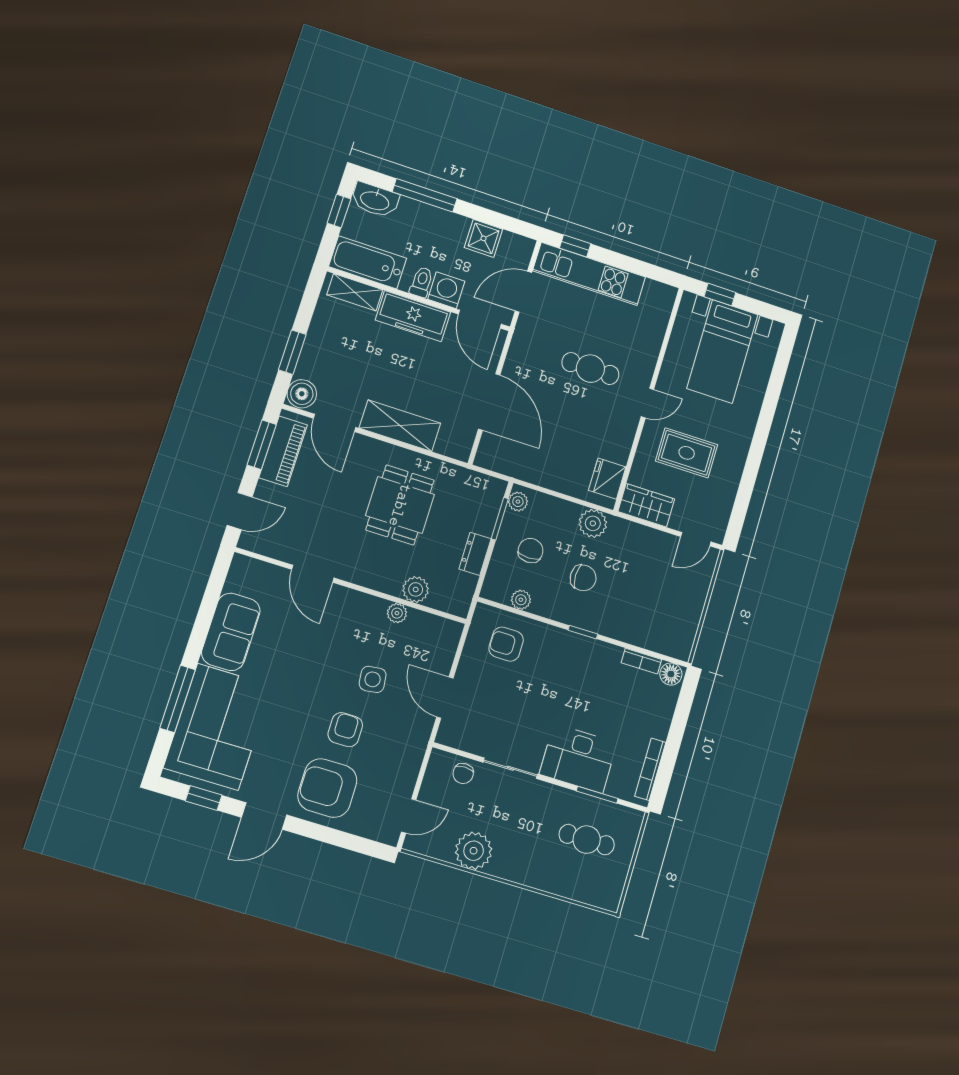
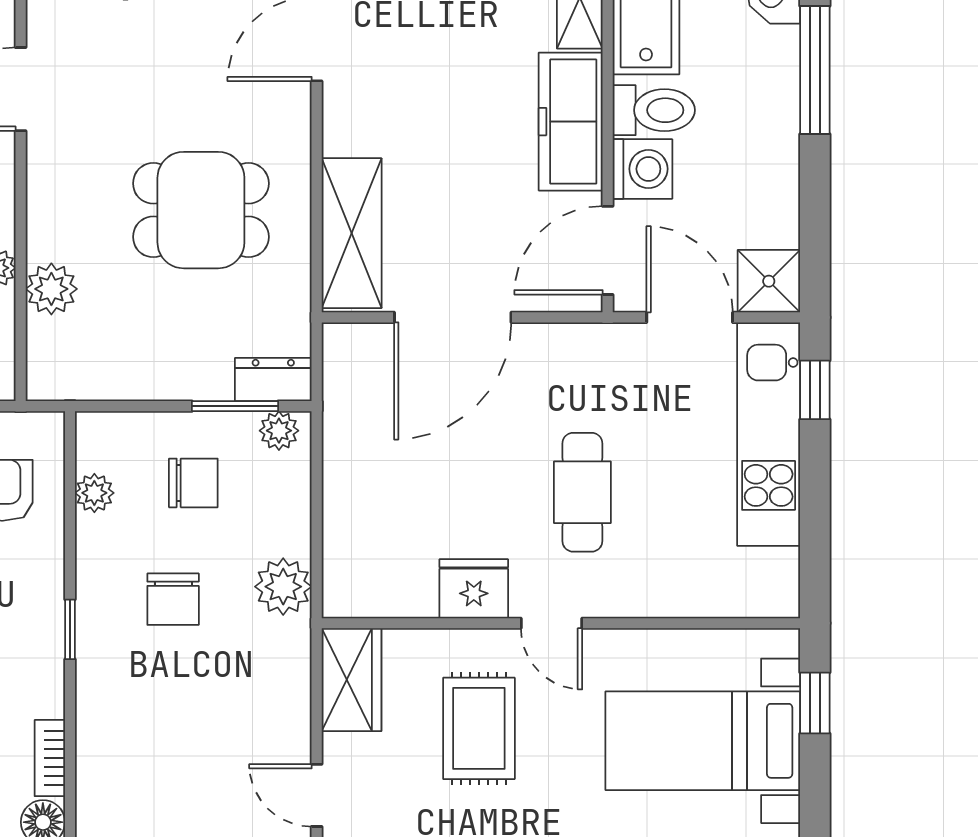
shower: (483, 238) -> (769, 281), moved
toilet: (421, 282) -> (654, 110), width x1.37, depth x1.39
shelving: (400, 426) -> (352, 233), moved
fridge: (607, 479) -> (474, 589), moved
dresser: (475, 554) -> (273, 380), moved

